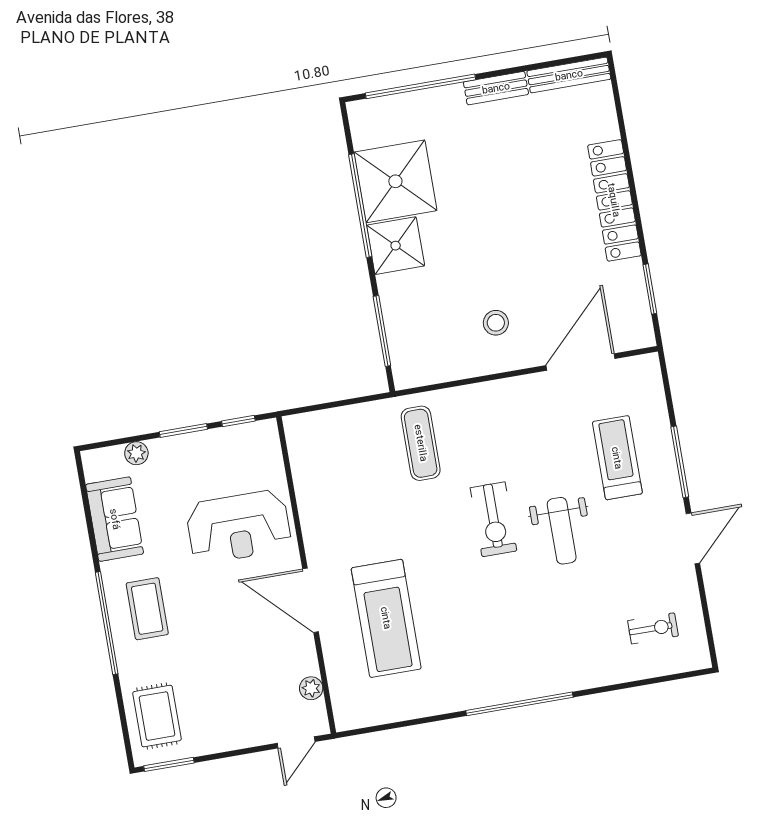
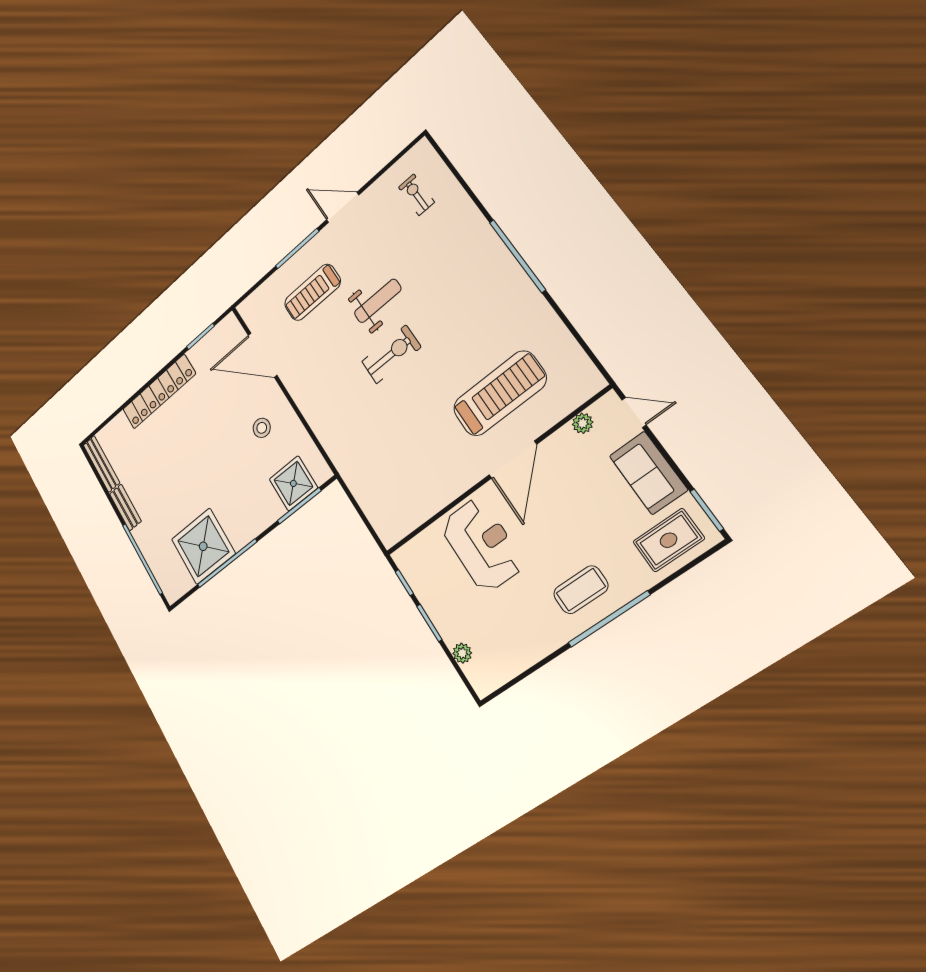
shower: (396, 246) -> (293, 483), moved
exercise mat: (421, 443) -> (362, 437), removed
sofa: (115, 519) -> (648, 473), moved, turned -90

